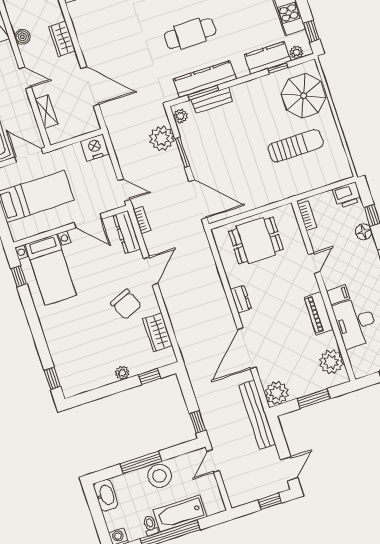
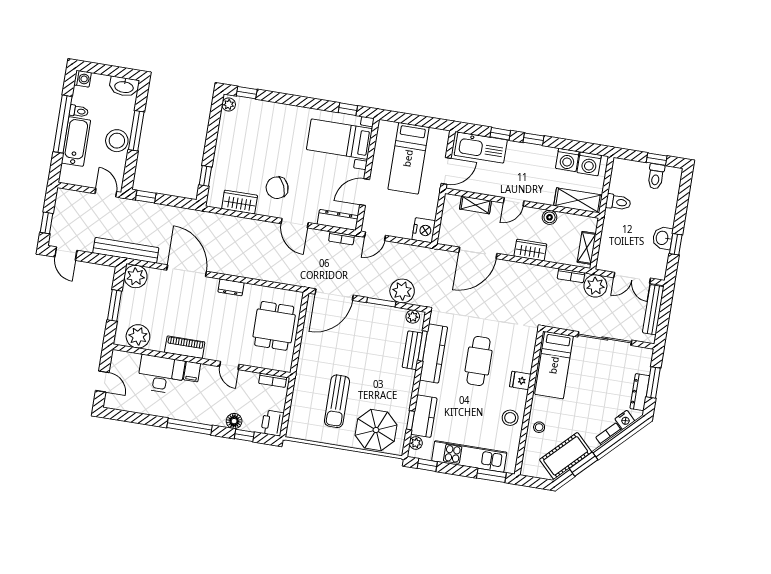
plant: (122, 373) -> (229, 104), moved

